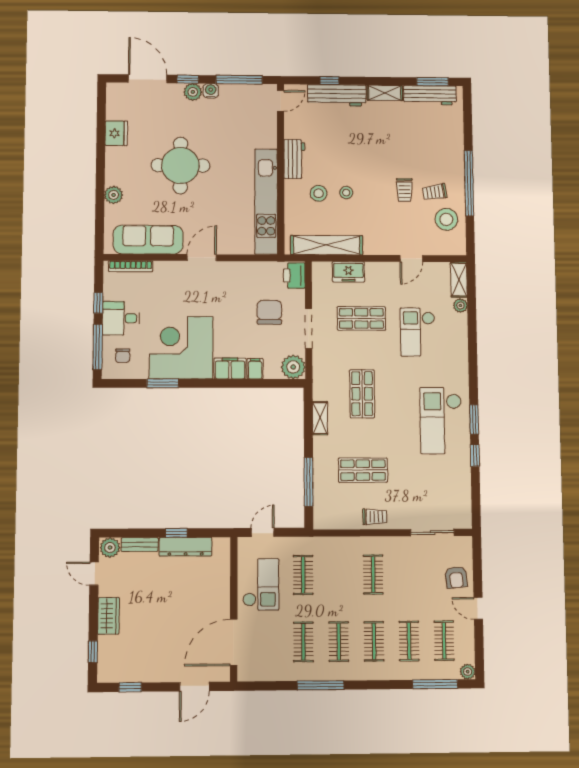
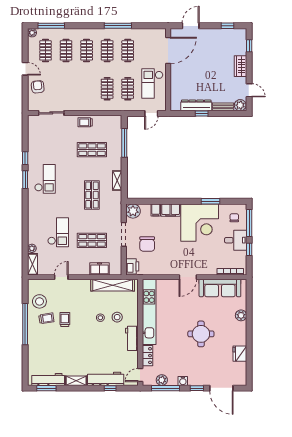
plant: (193, 92) -> (162, 380), moved
locker: (269, 131) -> (147, 356), added
round table: (180, 165) -> (201, 334), width x0.73, depth x0.73
checkout: (441, 421) -> (45, 179), width x0.73, depth x0.83
clothes rail: (373, 574) -> (107, 89), moved

